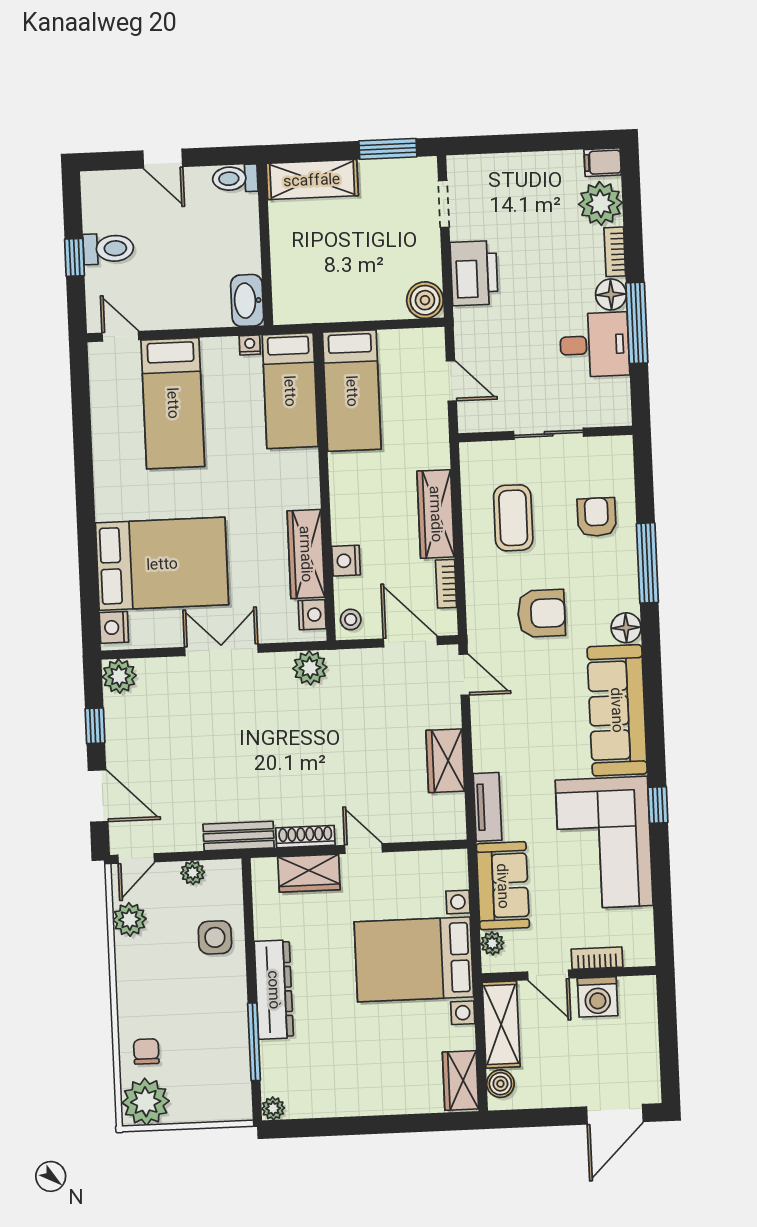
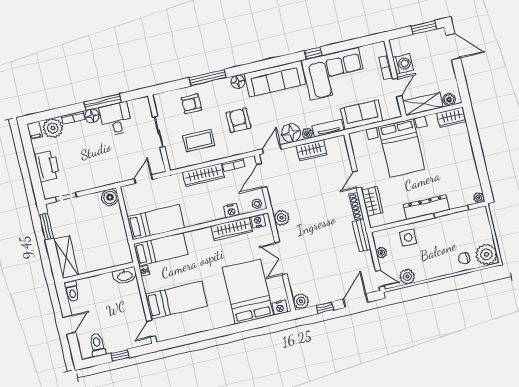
toilet: (108, 249) -> (97, 345), moved
printer: (474, 273) -> (47, 166), moved, turned 90
floor lamp: (492, 723) -> (291, 133), added
plant: (492, 943) -> (307, 133), moved
window: (669, 1058) -> (424, 27), added

